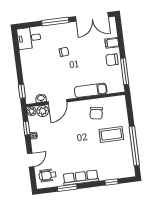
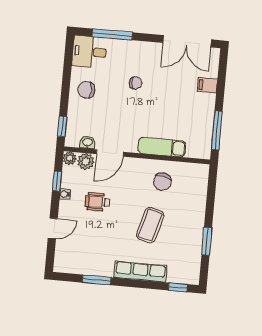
window: (55, 21) -> (112, 34), moved
chair: (112, 60) -> (86, 90), moved
coffee table: (111, 135) -> (150, 225), moved, turned -74
window: (134, 146) -> (207, 241), width x0.47
wheelchair: (48, 175) -> (97, 202), moved
row of seats: (81, 178) -> (140, 272), moved
window: (111, 182) -> (178, 287), moved

